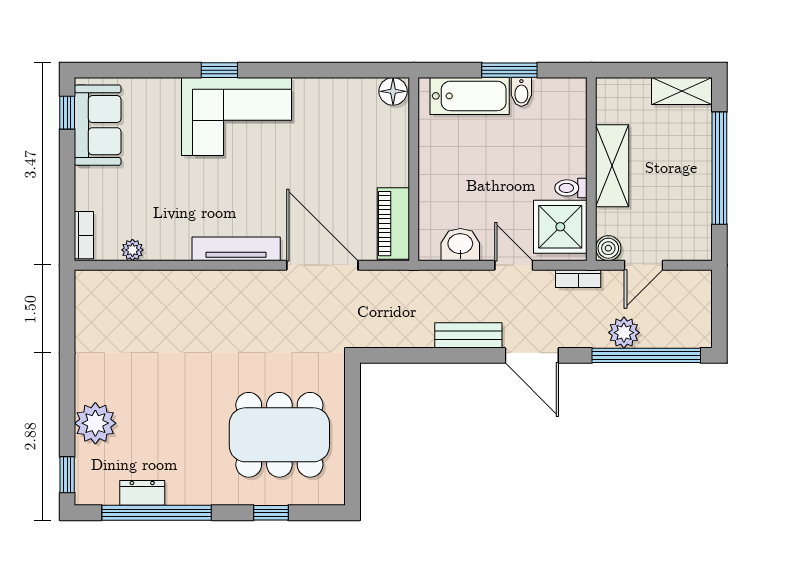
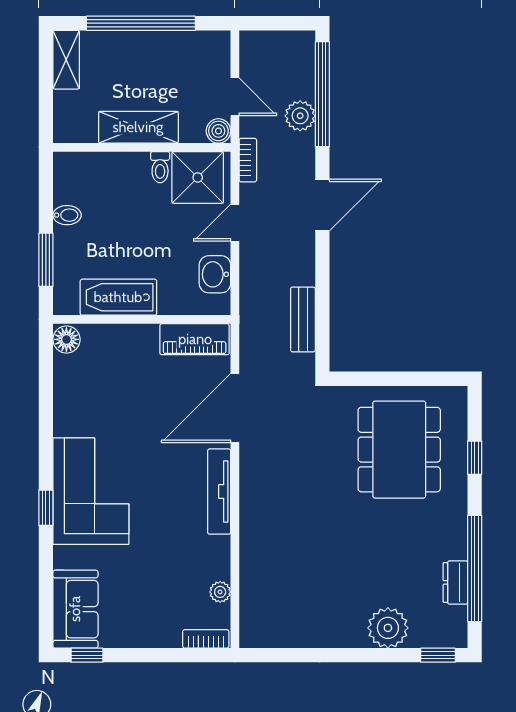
window: (509, 70) -> (46, 260), moved
bathtub: (470, 96) -> (118, 297), moved, turned -90
sofa: (98, 125) -> (75, 609), moved, turned 90
bench: (468, 335) -> (303, 319), moved

